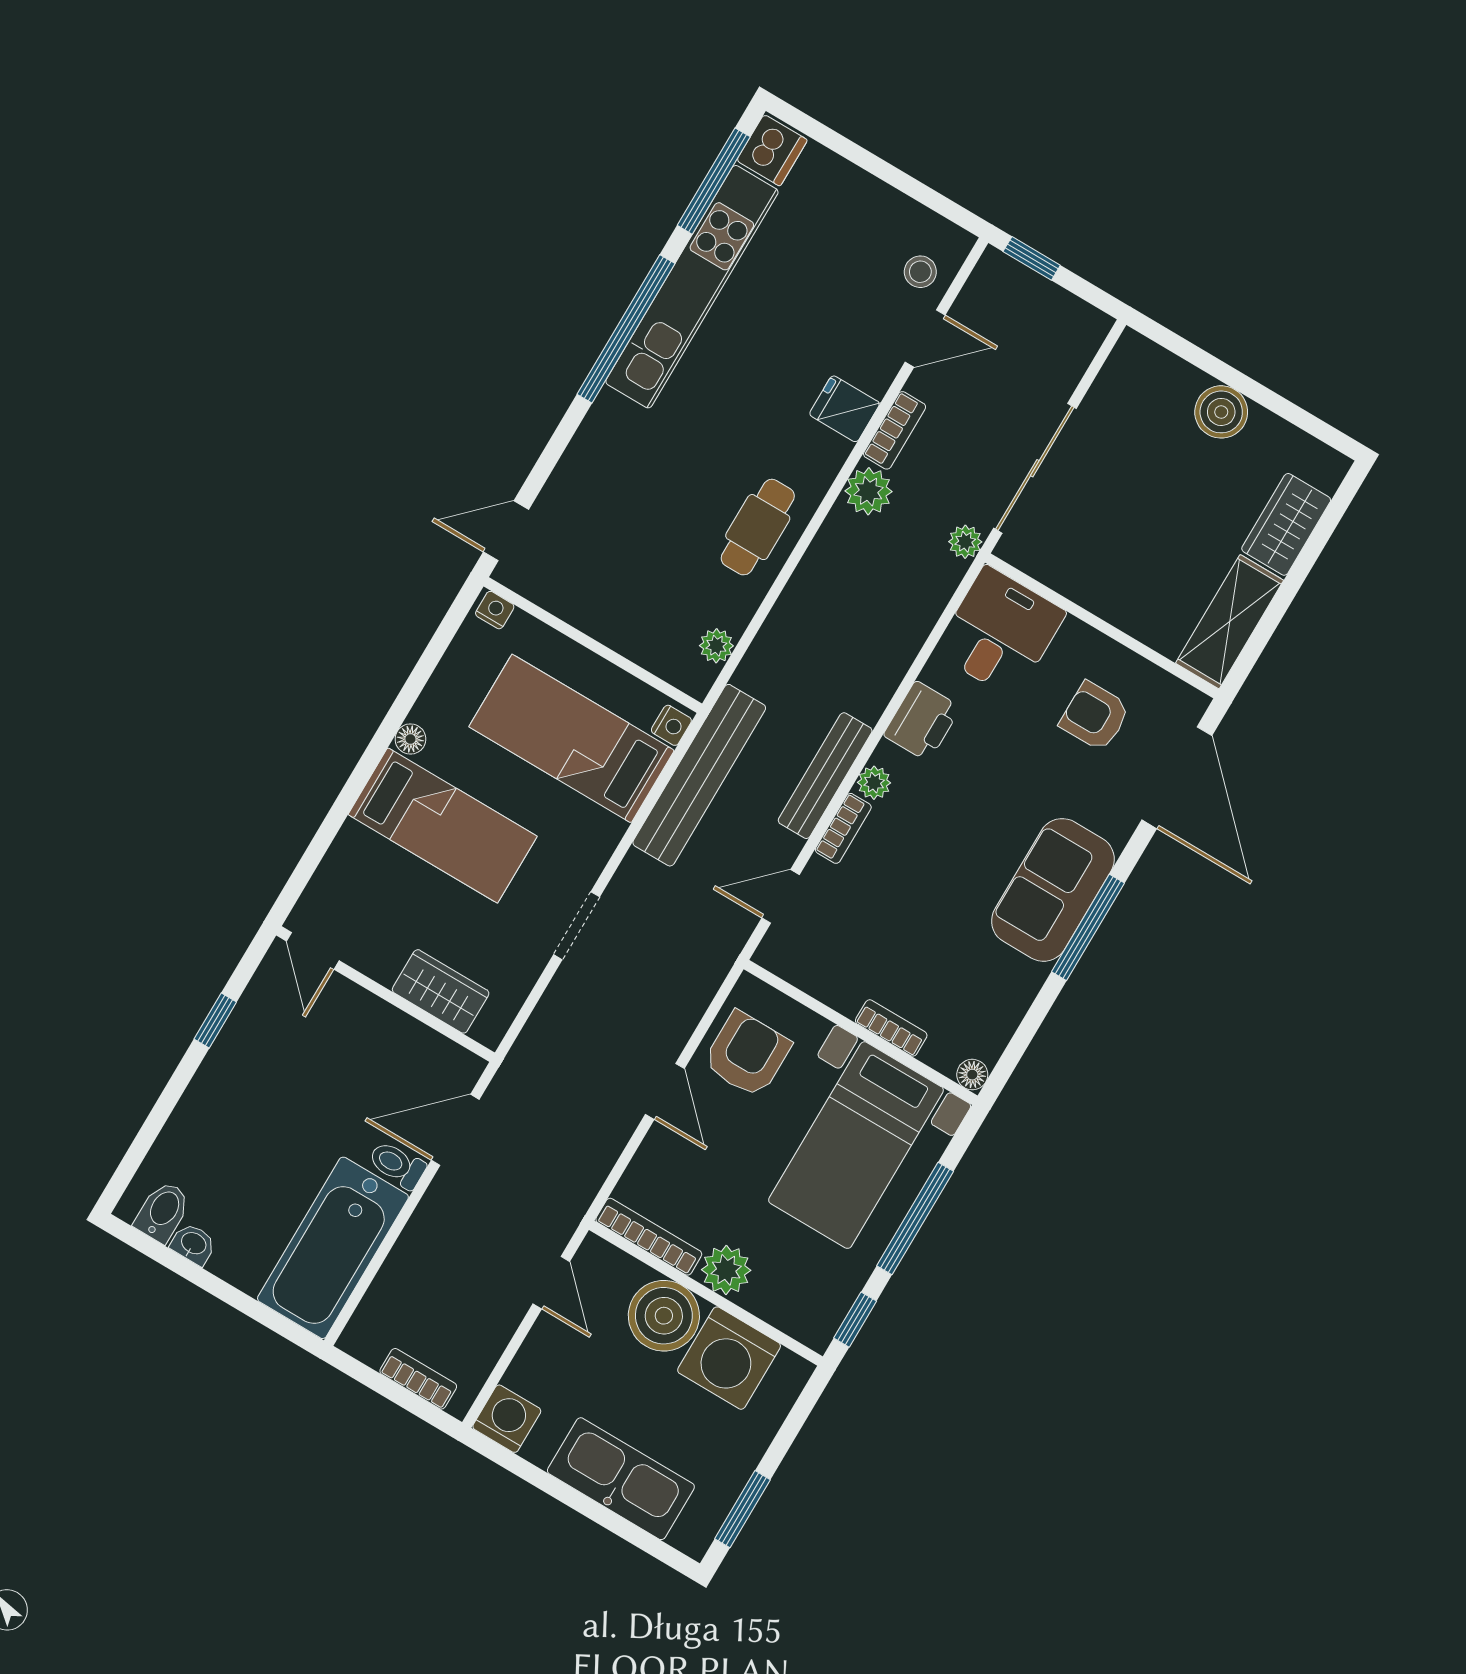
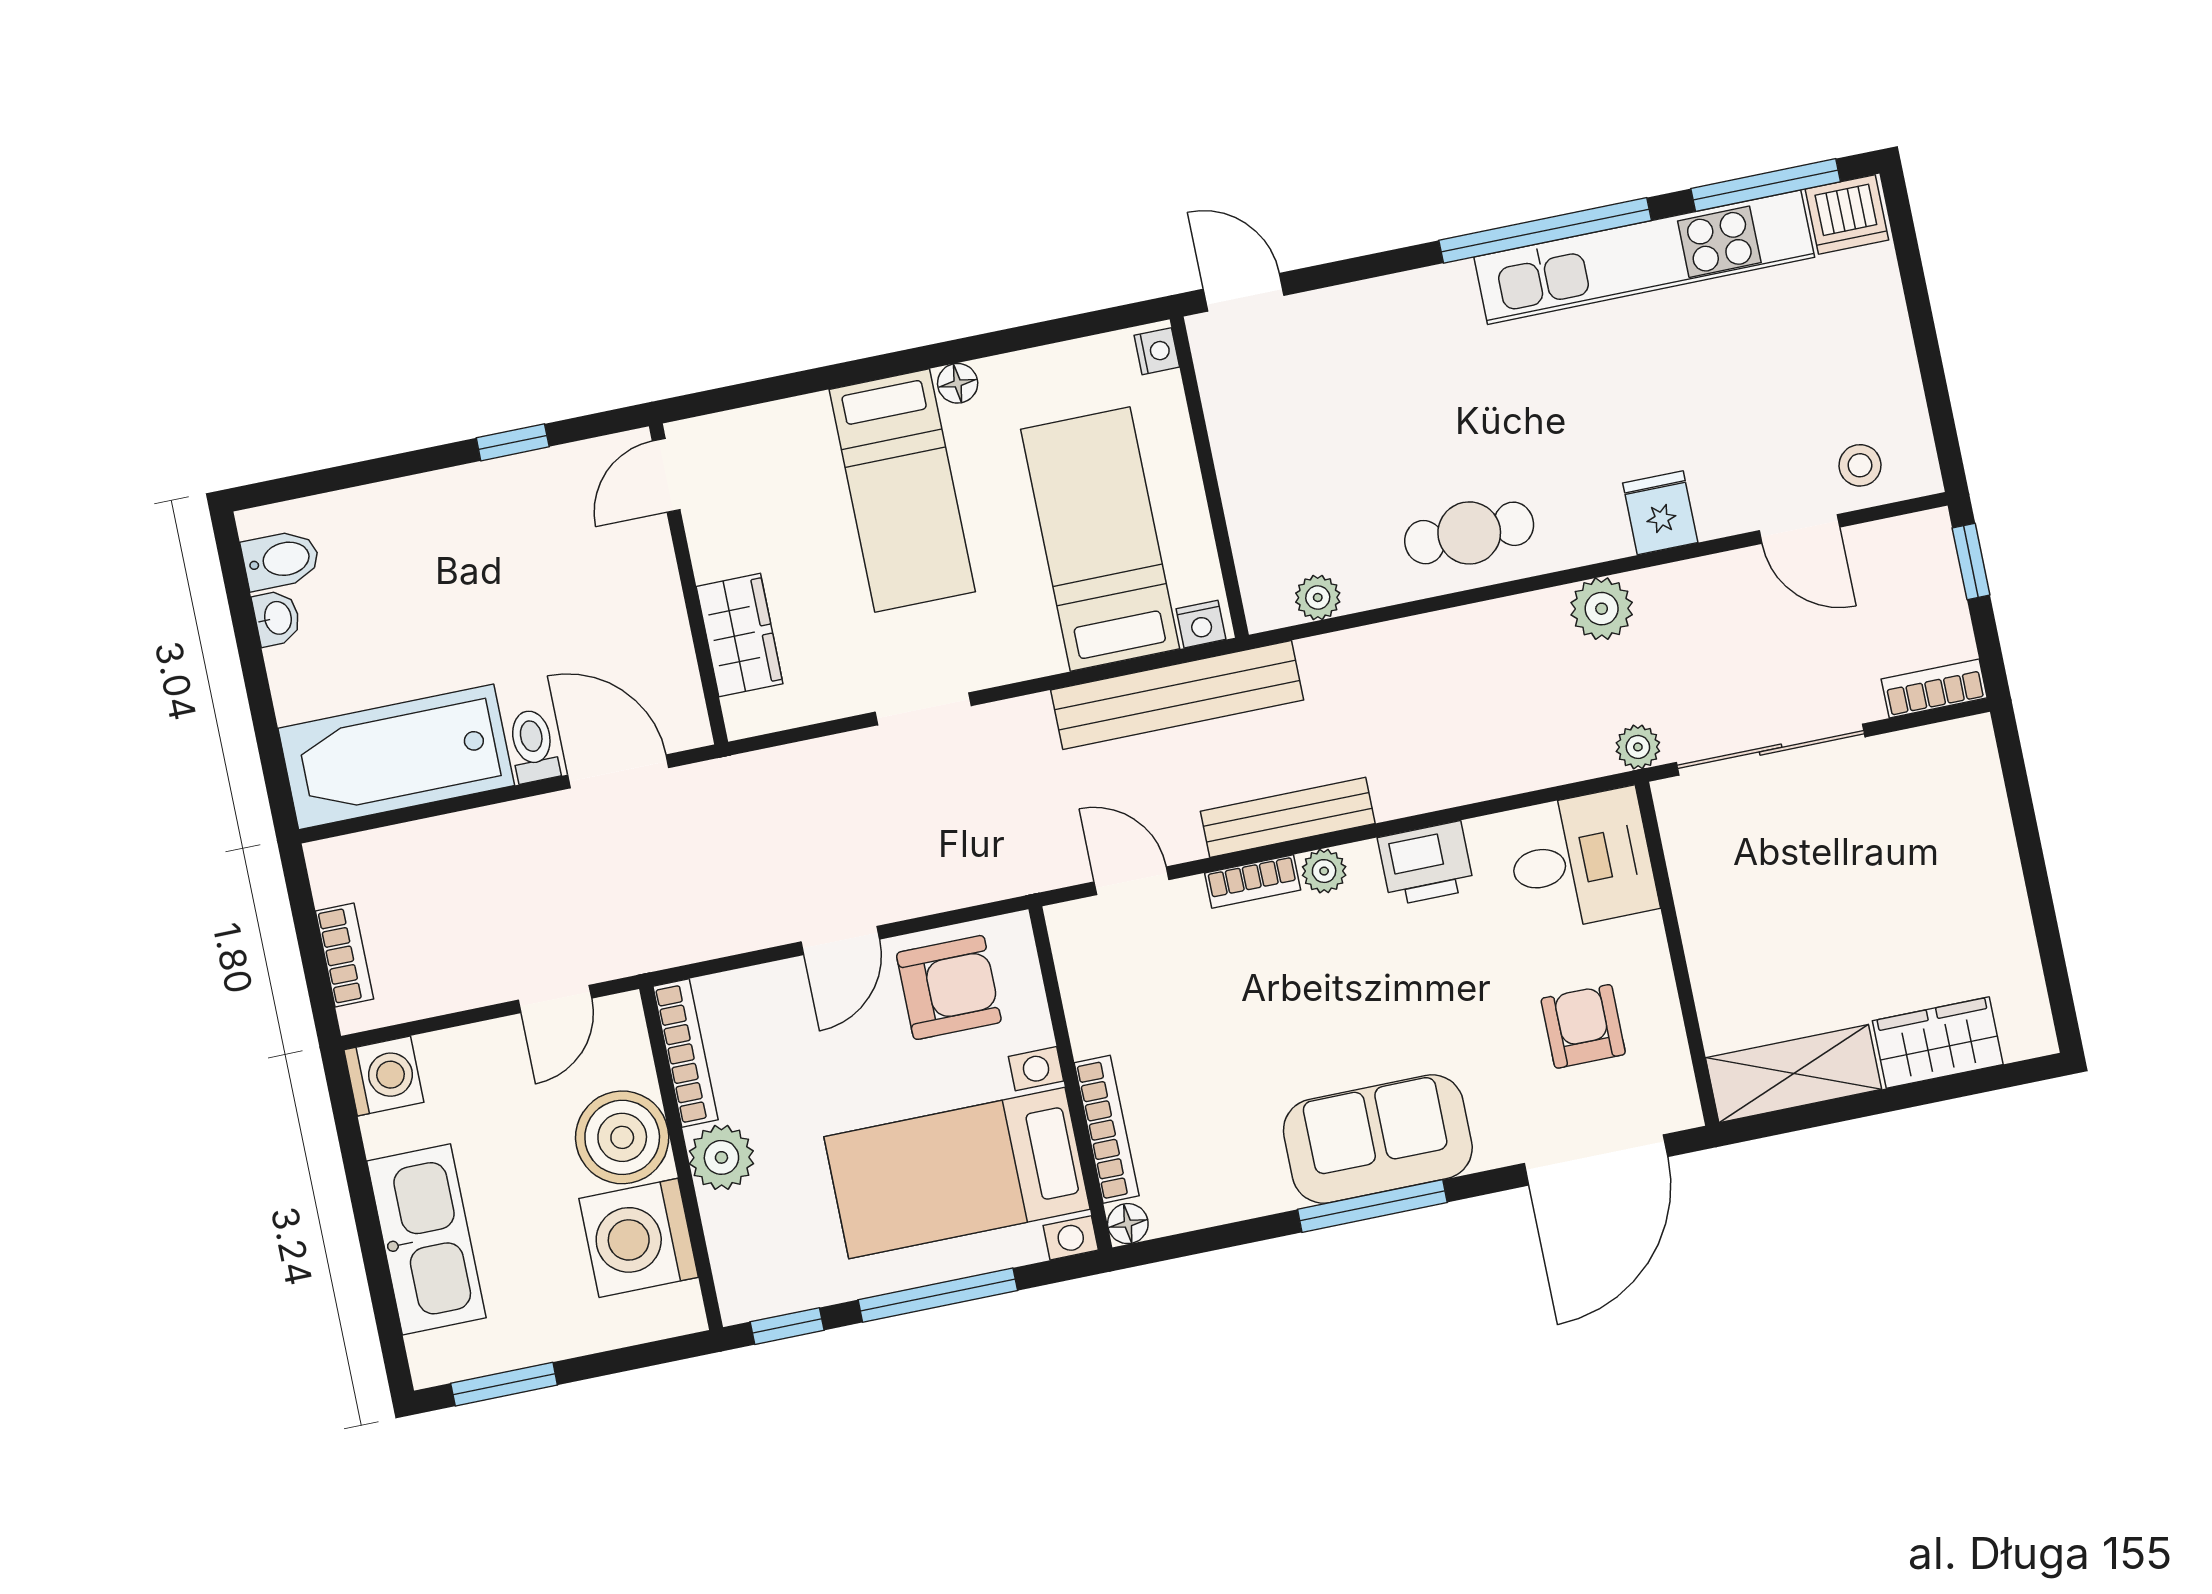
boiler: (1221, 412) -> (1989, 881), removed
bookcase: (895, 430) -> (1934, 688), moved, turned 180
bookcase: (891, 1028) -> (1107, 1129), width x1.56

